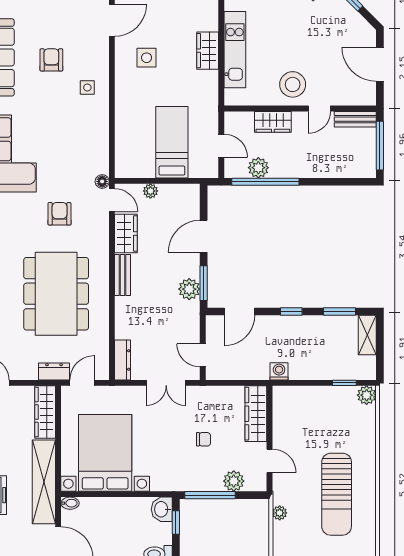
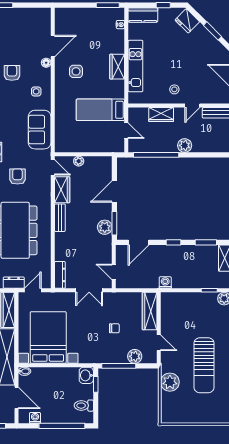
stool: (293, 84) -> (174, 89), width x0.53, depth x0.53
bed: (172, 142) -> (100, 110), moved, turned -90
sofa: (92, 144) -> (40, 130), added
plant: (258, 168) -> (185, 145), moved
floor lamp: (102, 181) -> (46, 63), moved
plant: (280, 513) -> (170, 382), width x1.88, depth x1.88

